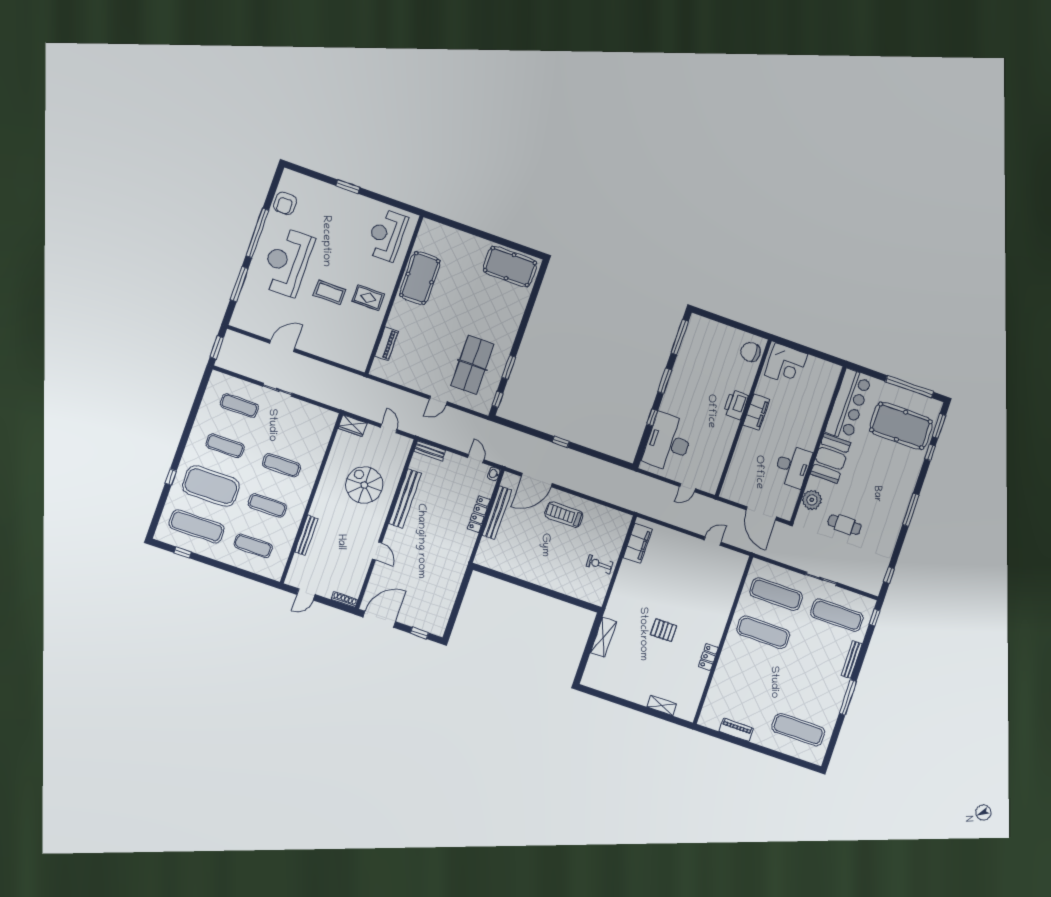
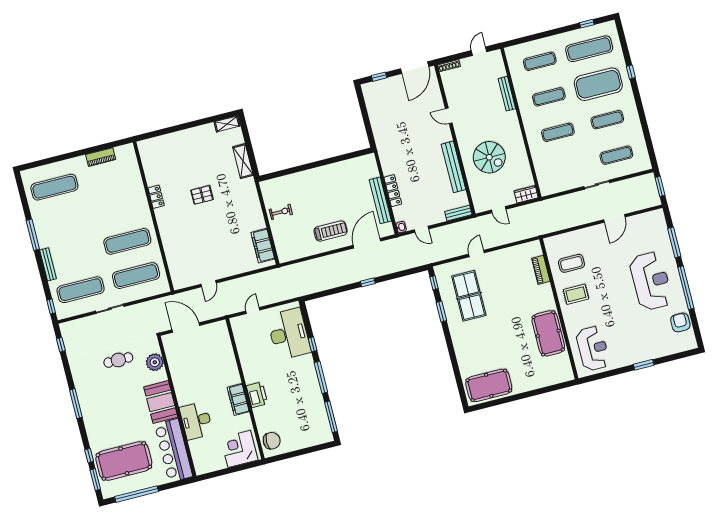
coffee table: (330, 292) -> (571, 263), moved
window: (665, 381) -> (321, 377), width x1.44
desk: (793, 466) -> (196, 421), moved
shelving: (662, 705) -> (227, 124), moved

